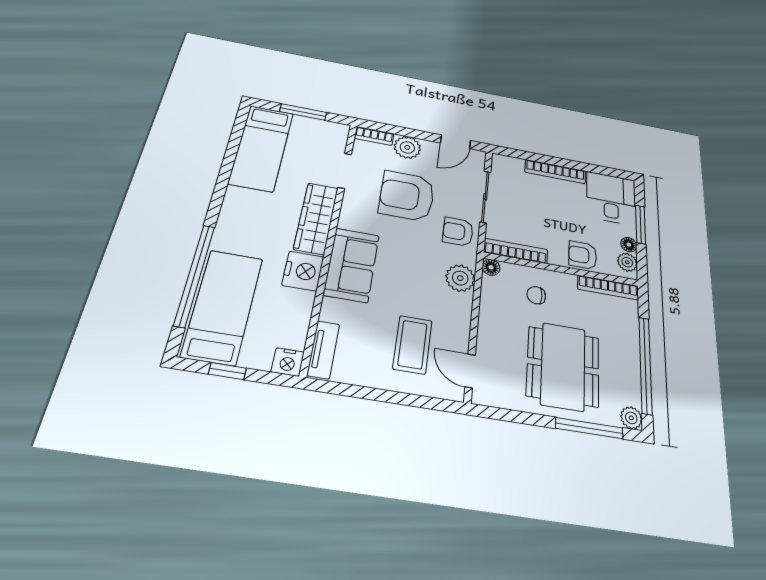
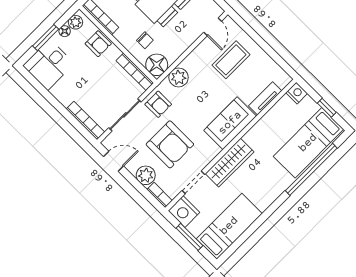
bookcase: (555, 172) -> (85, 121), moved
floor lamp: (491, 267) -> (157, 65), width x1.89, depth x1.89
nightstand: (303, 271) -> (184, 212), moved, turned -90
tv unit: (323, 350) -> (265, 98), moved

